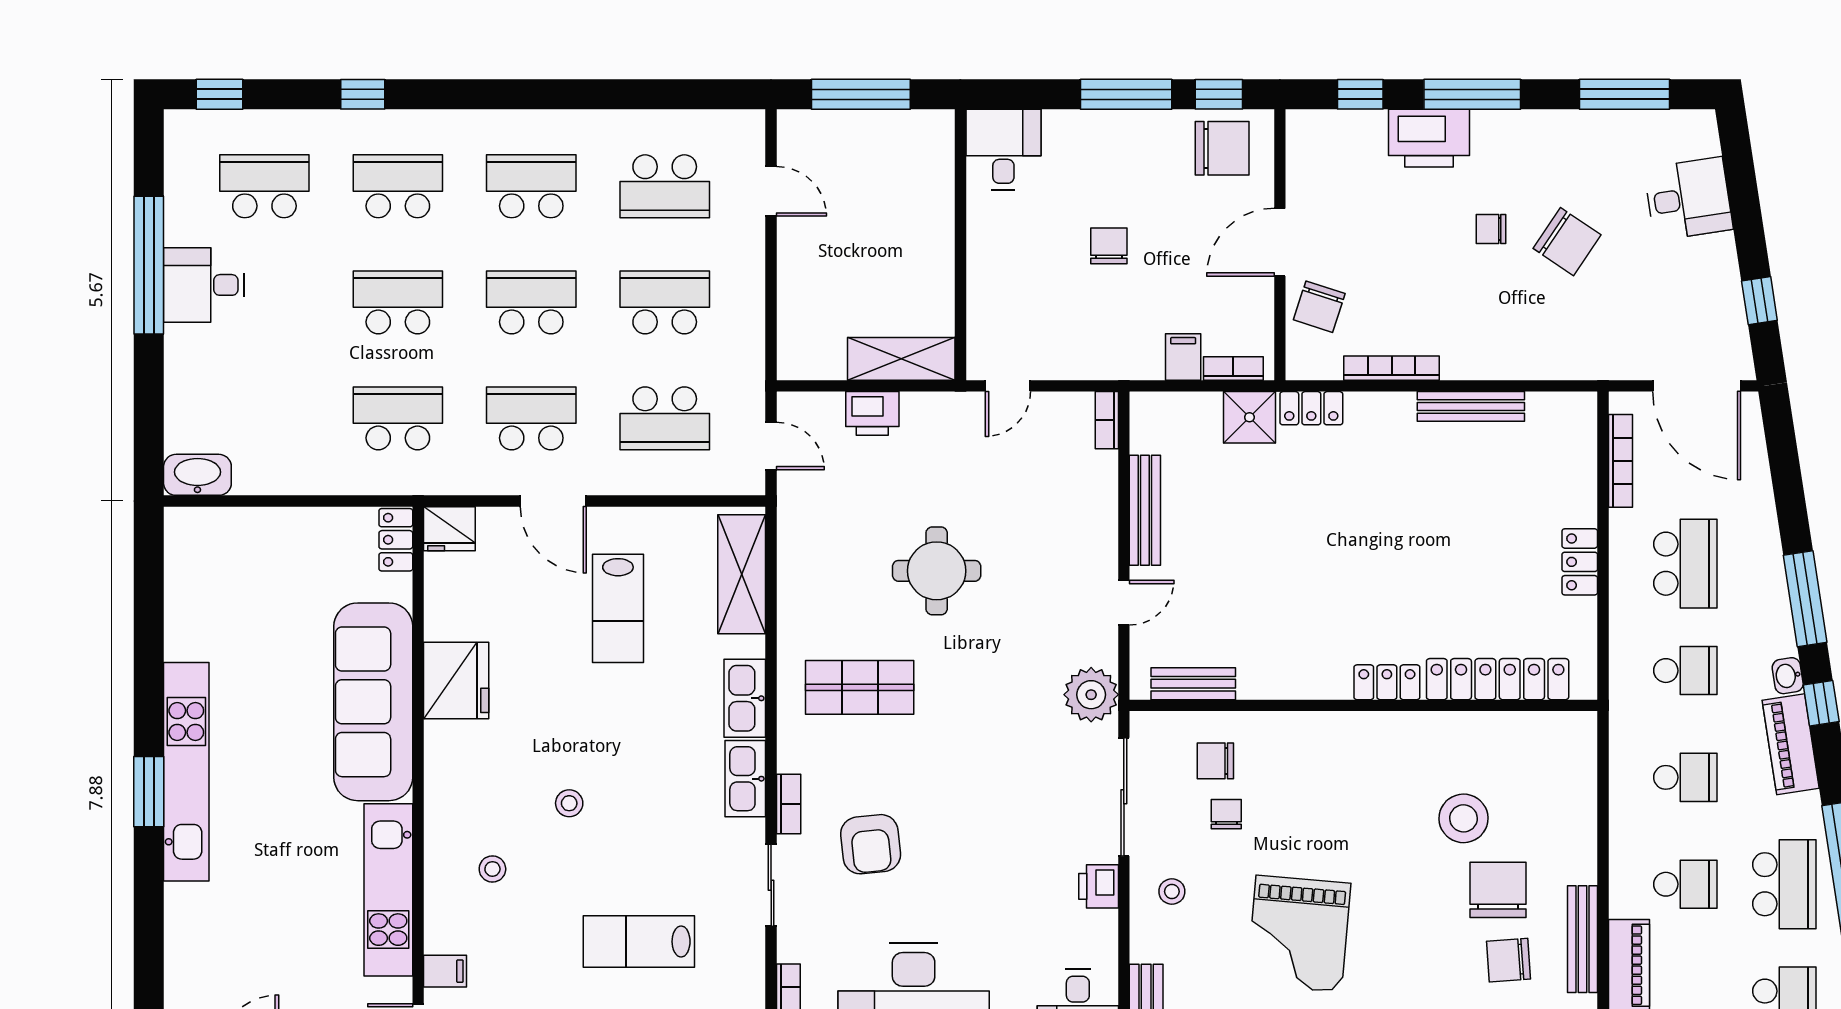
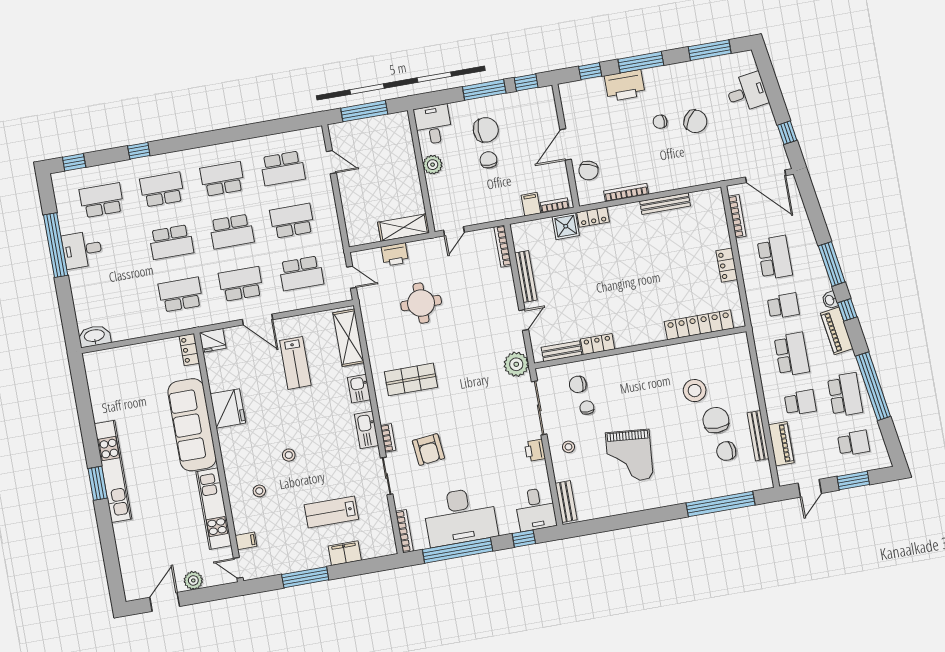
chair: (1222, 148) -> (486, 130), moved
plant: (987, 235) -> (433, 165), added
school desk: (398, 302) -> (171, 242), turned 180
school desk: (531, 302) -> (232, 231), turned 180
bookcase: (1107, 420) -> (503, 246), width x1.56
round table: (937, 571) -> (421, 303), moved
locker: (1387, 682) -> (598, 344), moved
kitchen sink: (745, 698) -> (359, 389), width x0.73
school desk: (1685, 777) -> (792, 354), width x1.85

